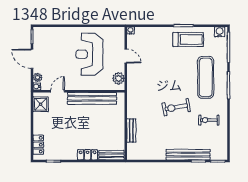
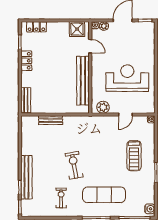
treadmill: (188, 39) -> (134, 156), moved
locker: (88, 155) -> (26, 61), moved

